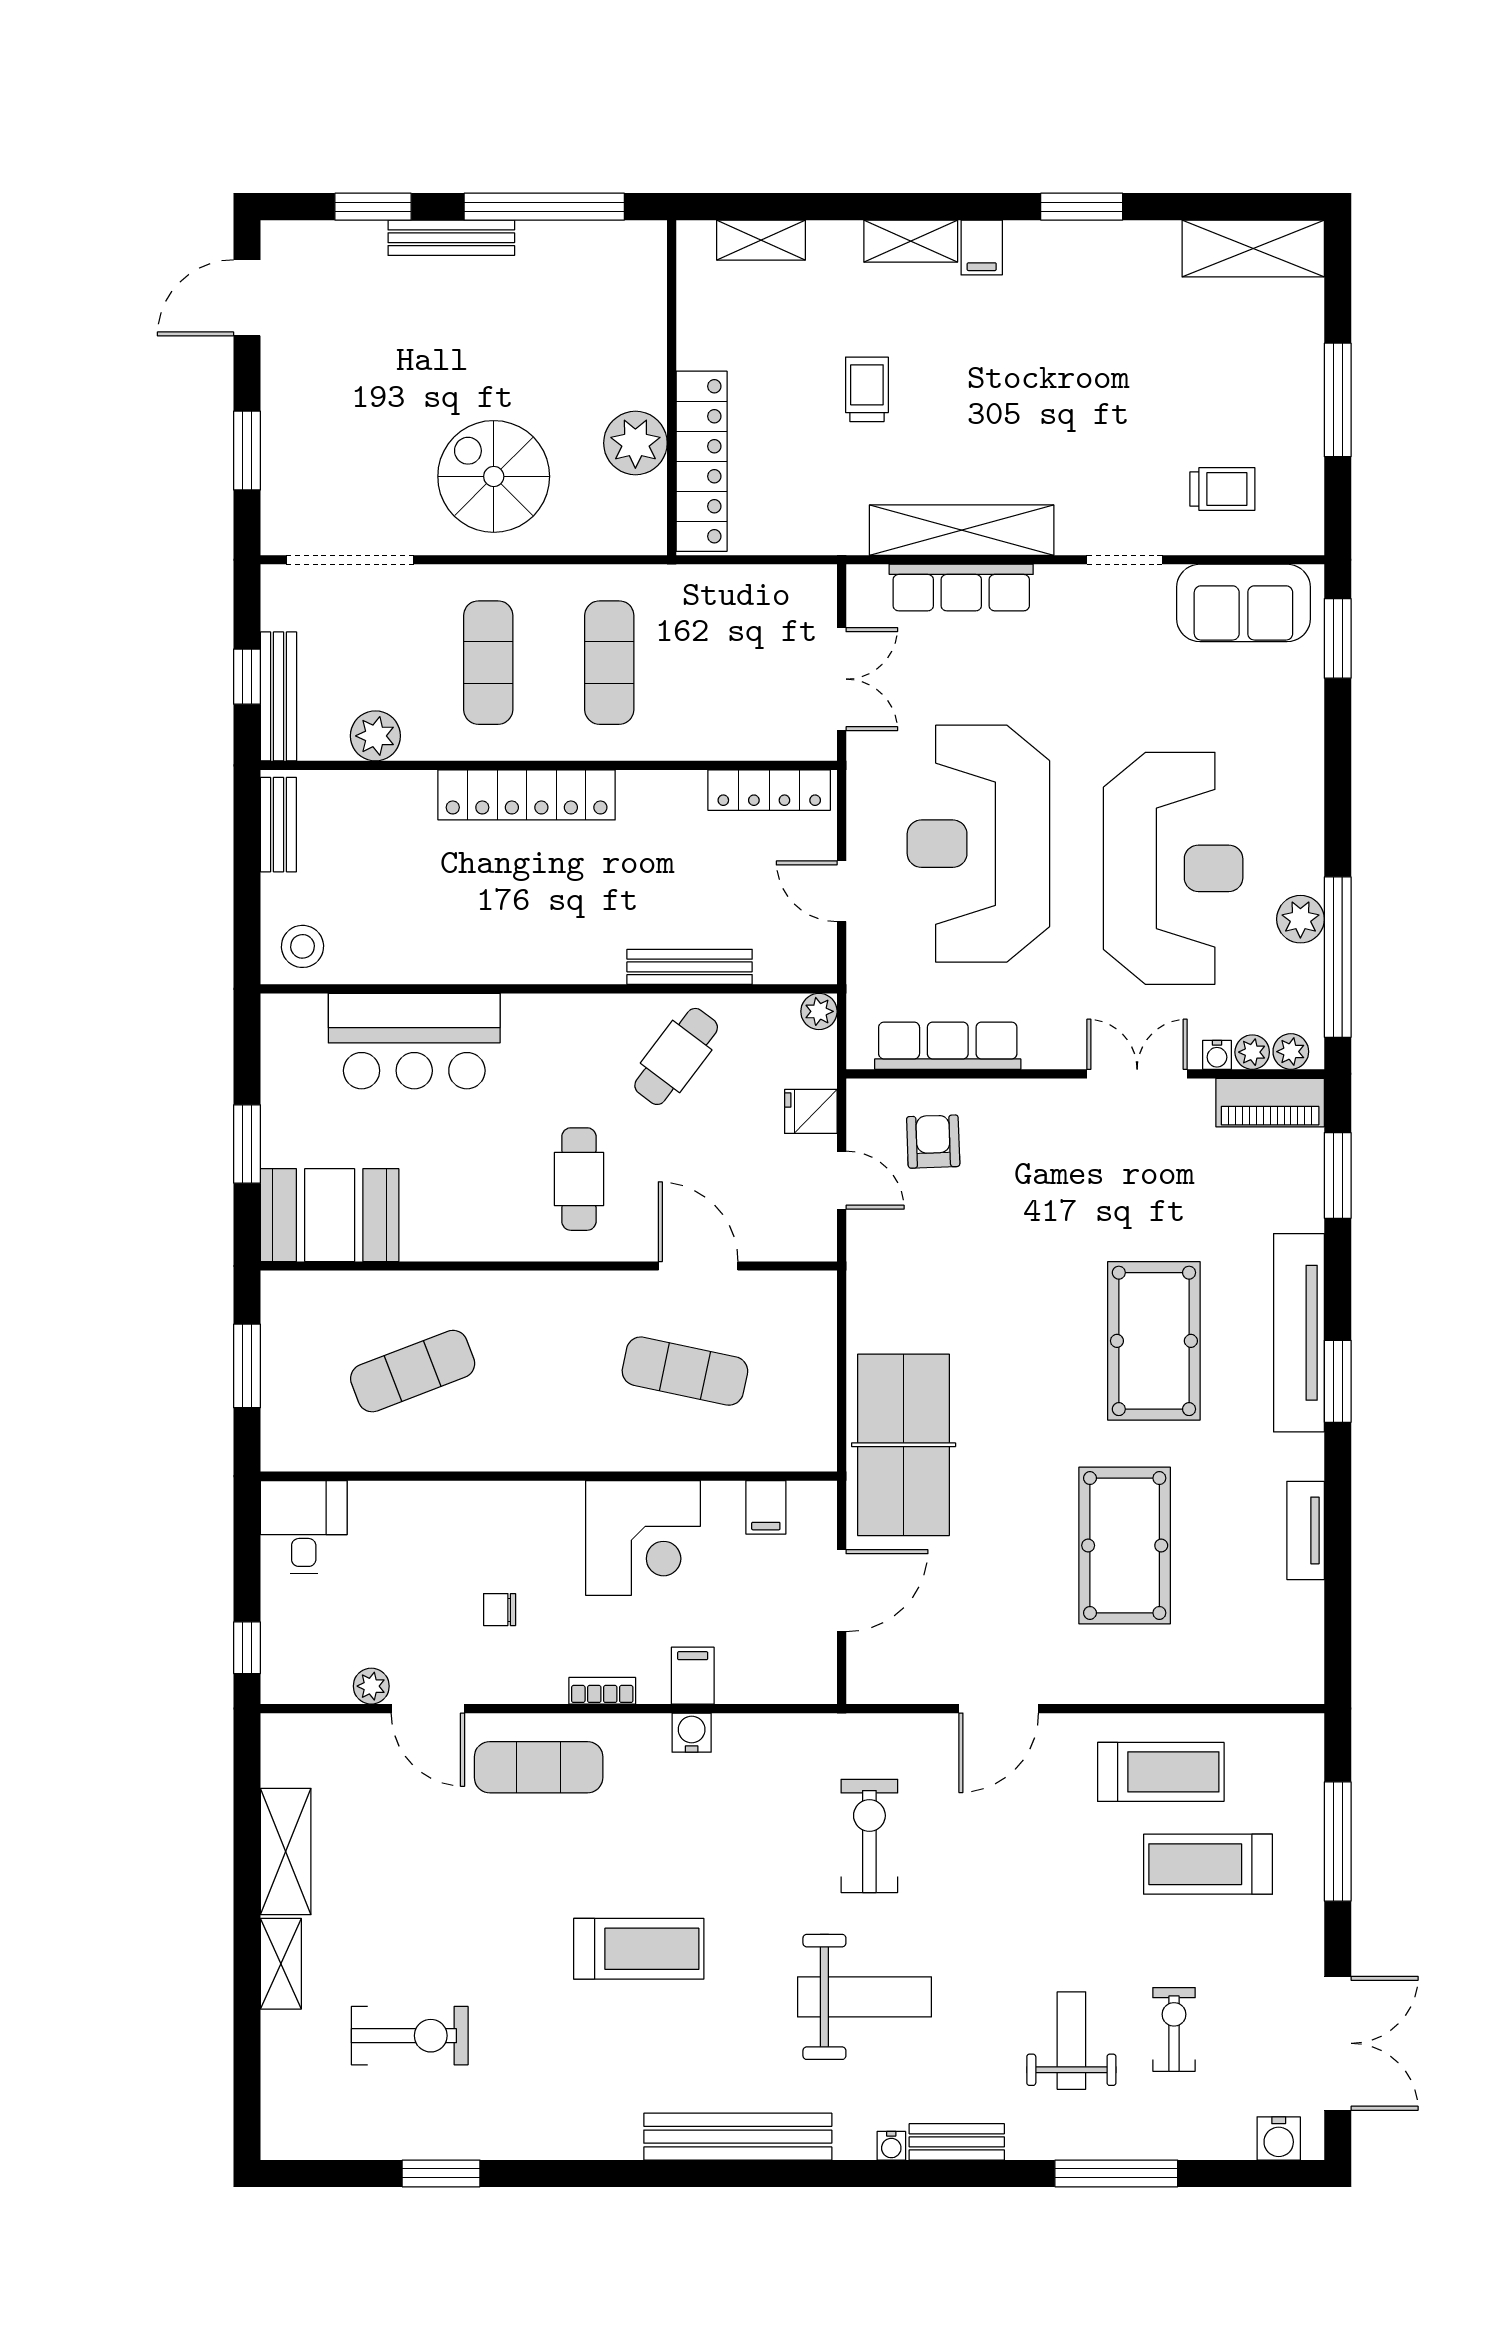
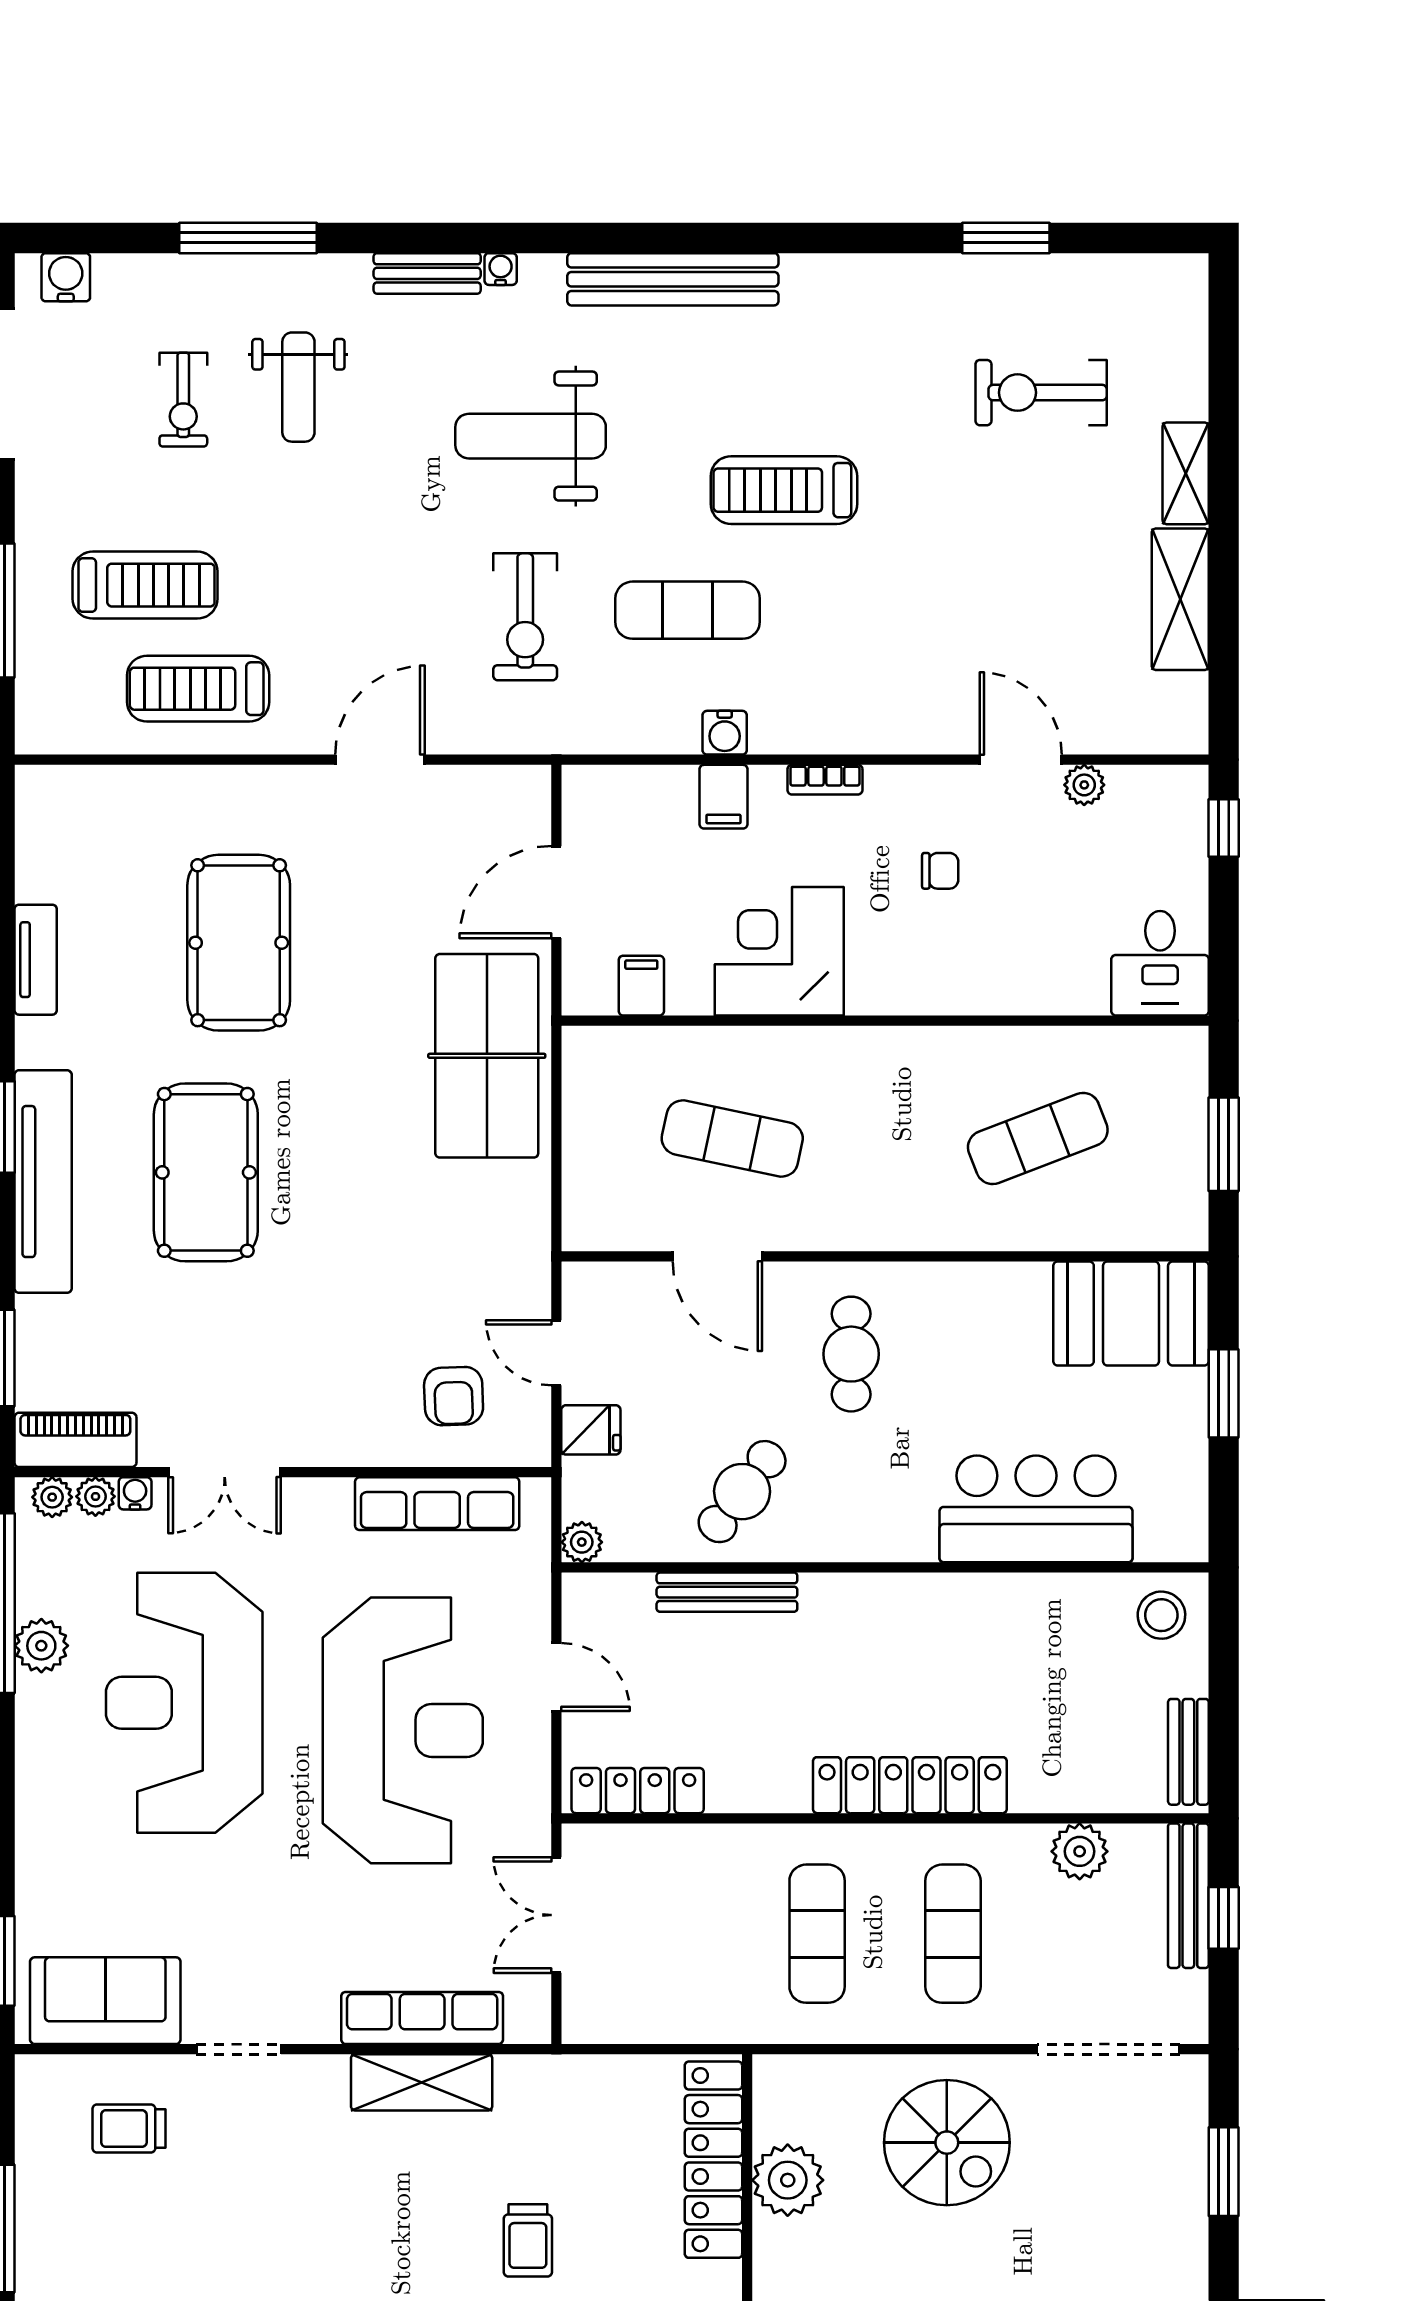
shelving: (962, 530) -> (422, 2082), width x0.68
exercise mat: (539, 1767) -> (688, 610), moved

